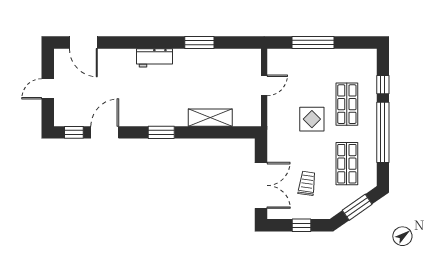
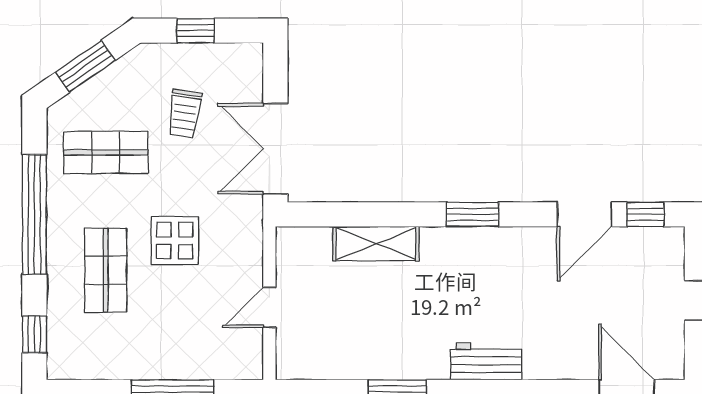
window: (383, 85) -> (34, 334), moved
shop shelf: (347, 164) -> (106, 152), turned 90
double door: (261, 185) -> (275, 149), moved

